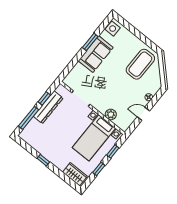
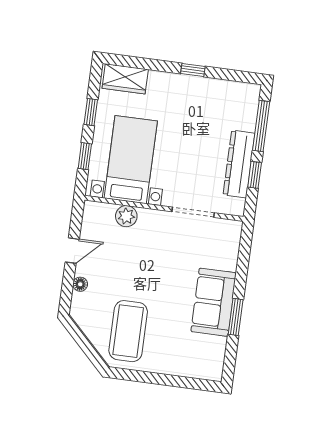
side table: (113, 29) -> (211, 363), removed

